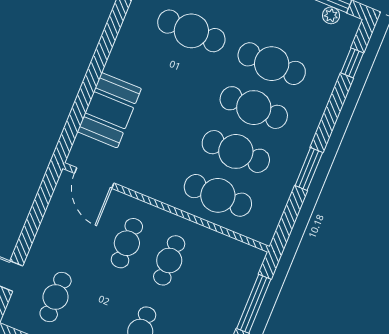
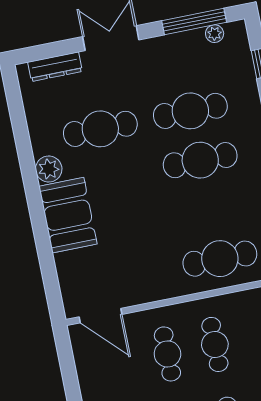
plant: (130, 36) -> (49, 169), added
booth: (109, 110) -> (68, 215), moved
cafe table: (236, 151) -> (210, 209), removed

